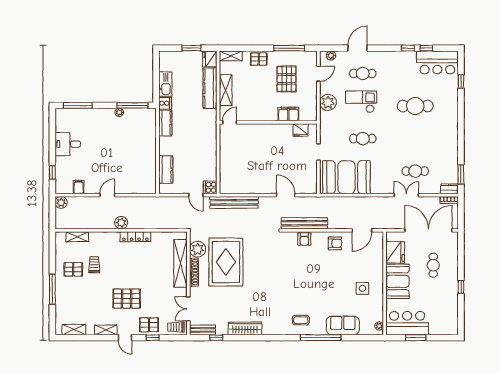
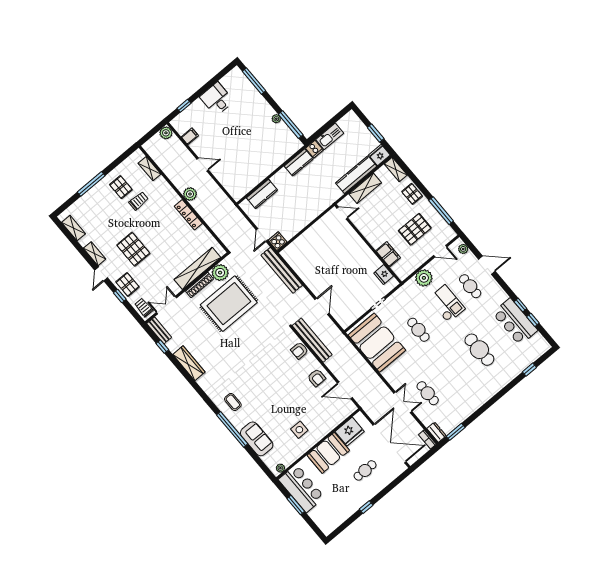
bar counter: (437, 62) -> (515, 322), moved

